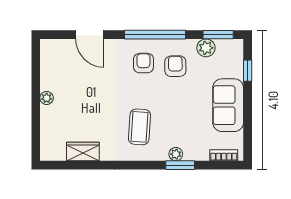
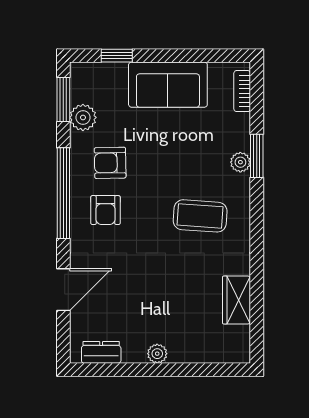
dresser: (47, 60) -> (101, 352), added
armchair: (143, 63) -> (105, 210), turned -90

